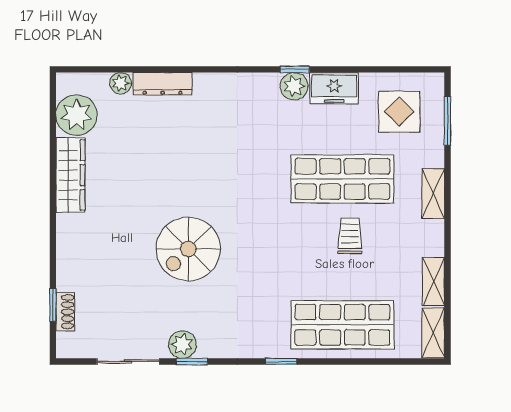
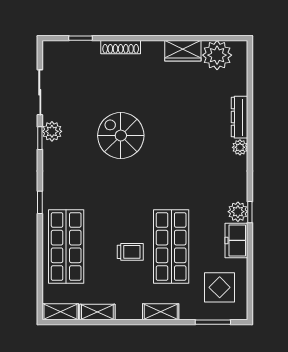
plant: (120, 83) -> (240, 147), moved
wardrobe: (70, 175) -> (183, 51), width x0.67
shoe rack: (65, 312) -> (121, 47), moved, width x1.43

